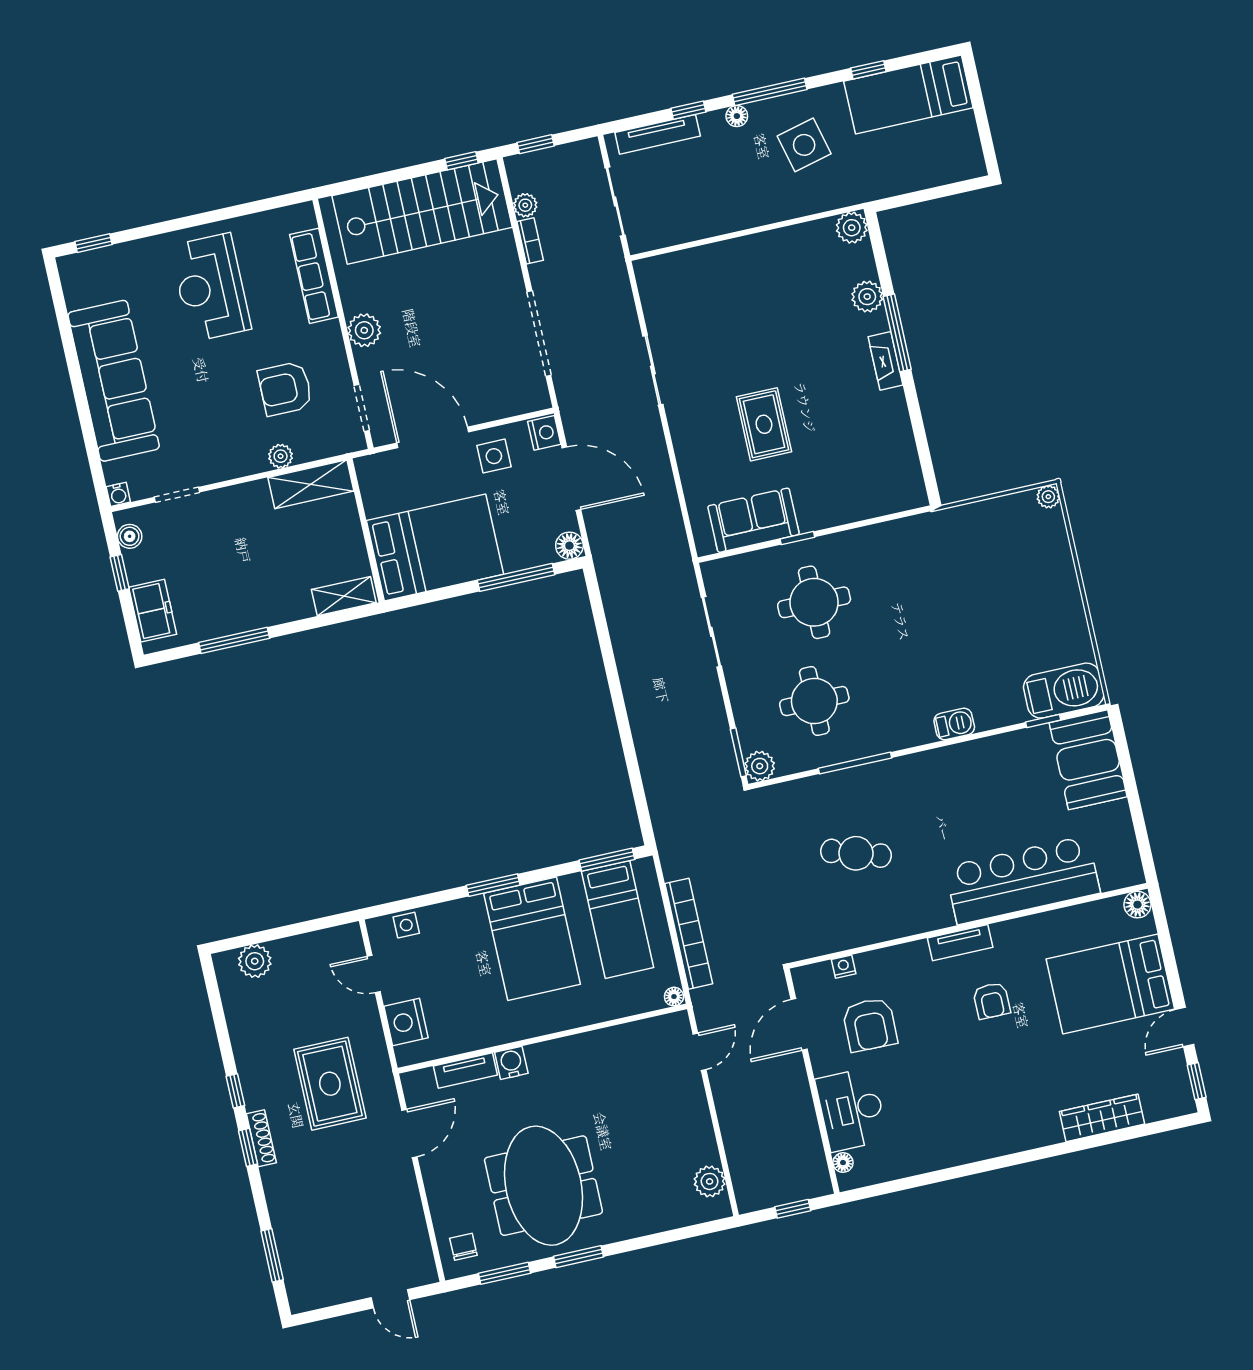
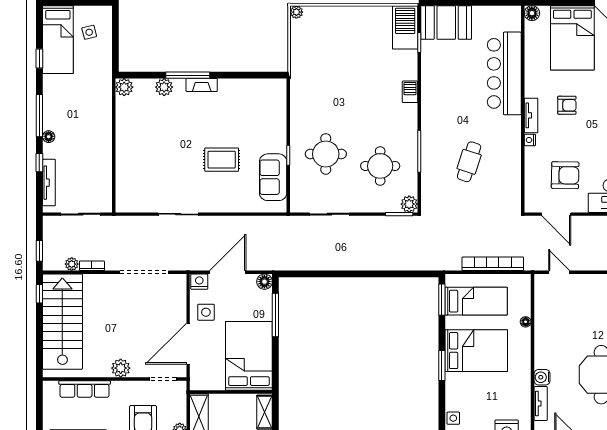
side table: (804, 145) -> (89, 32), moved, width x0.54, depth x0.54
nightstand: (844, 967) -> (530, 140), moved
floor lamp: (674, 997) -> (526, 322), moved

